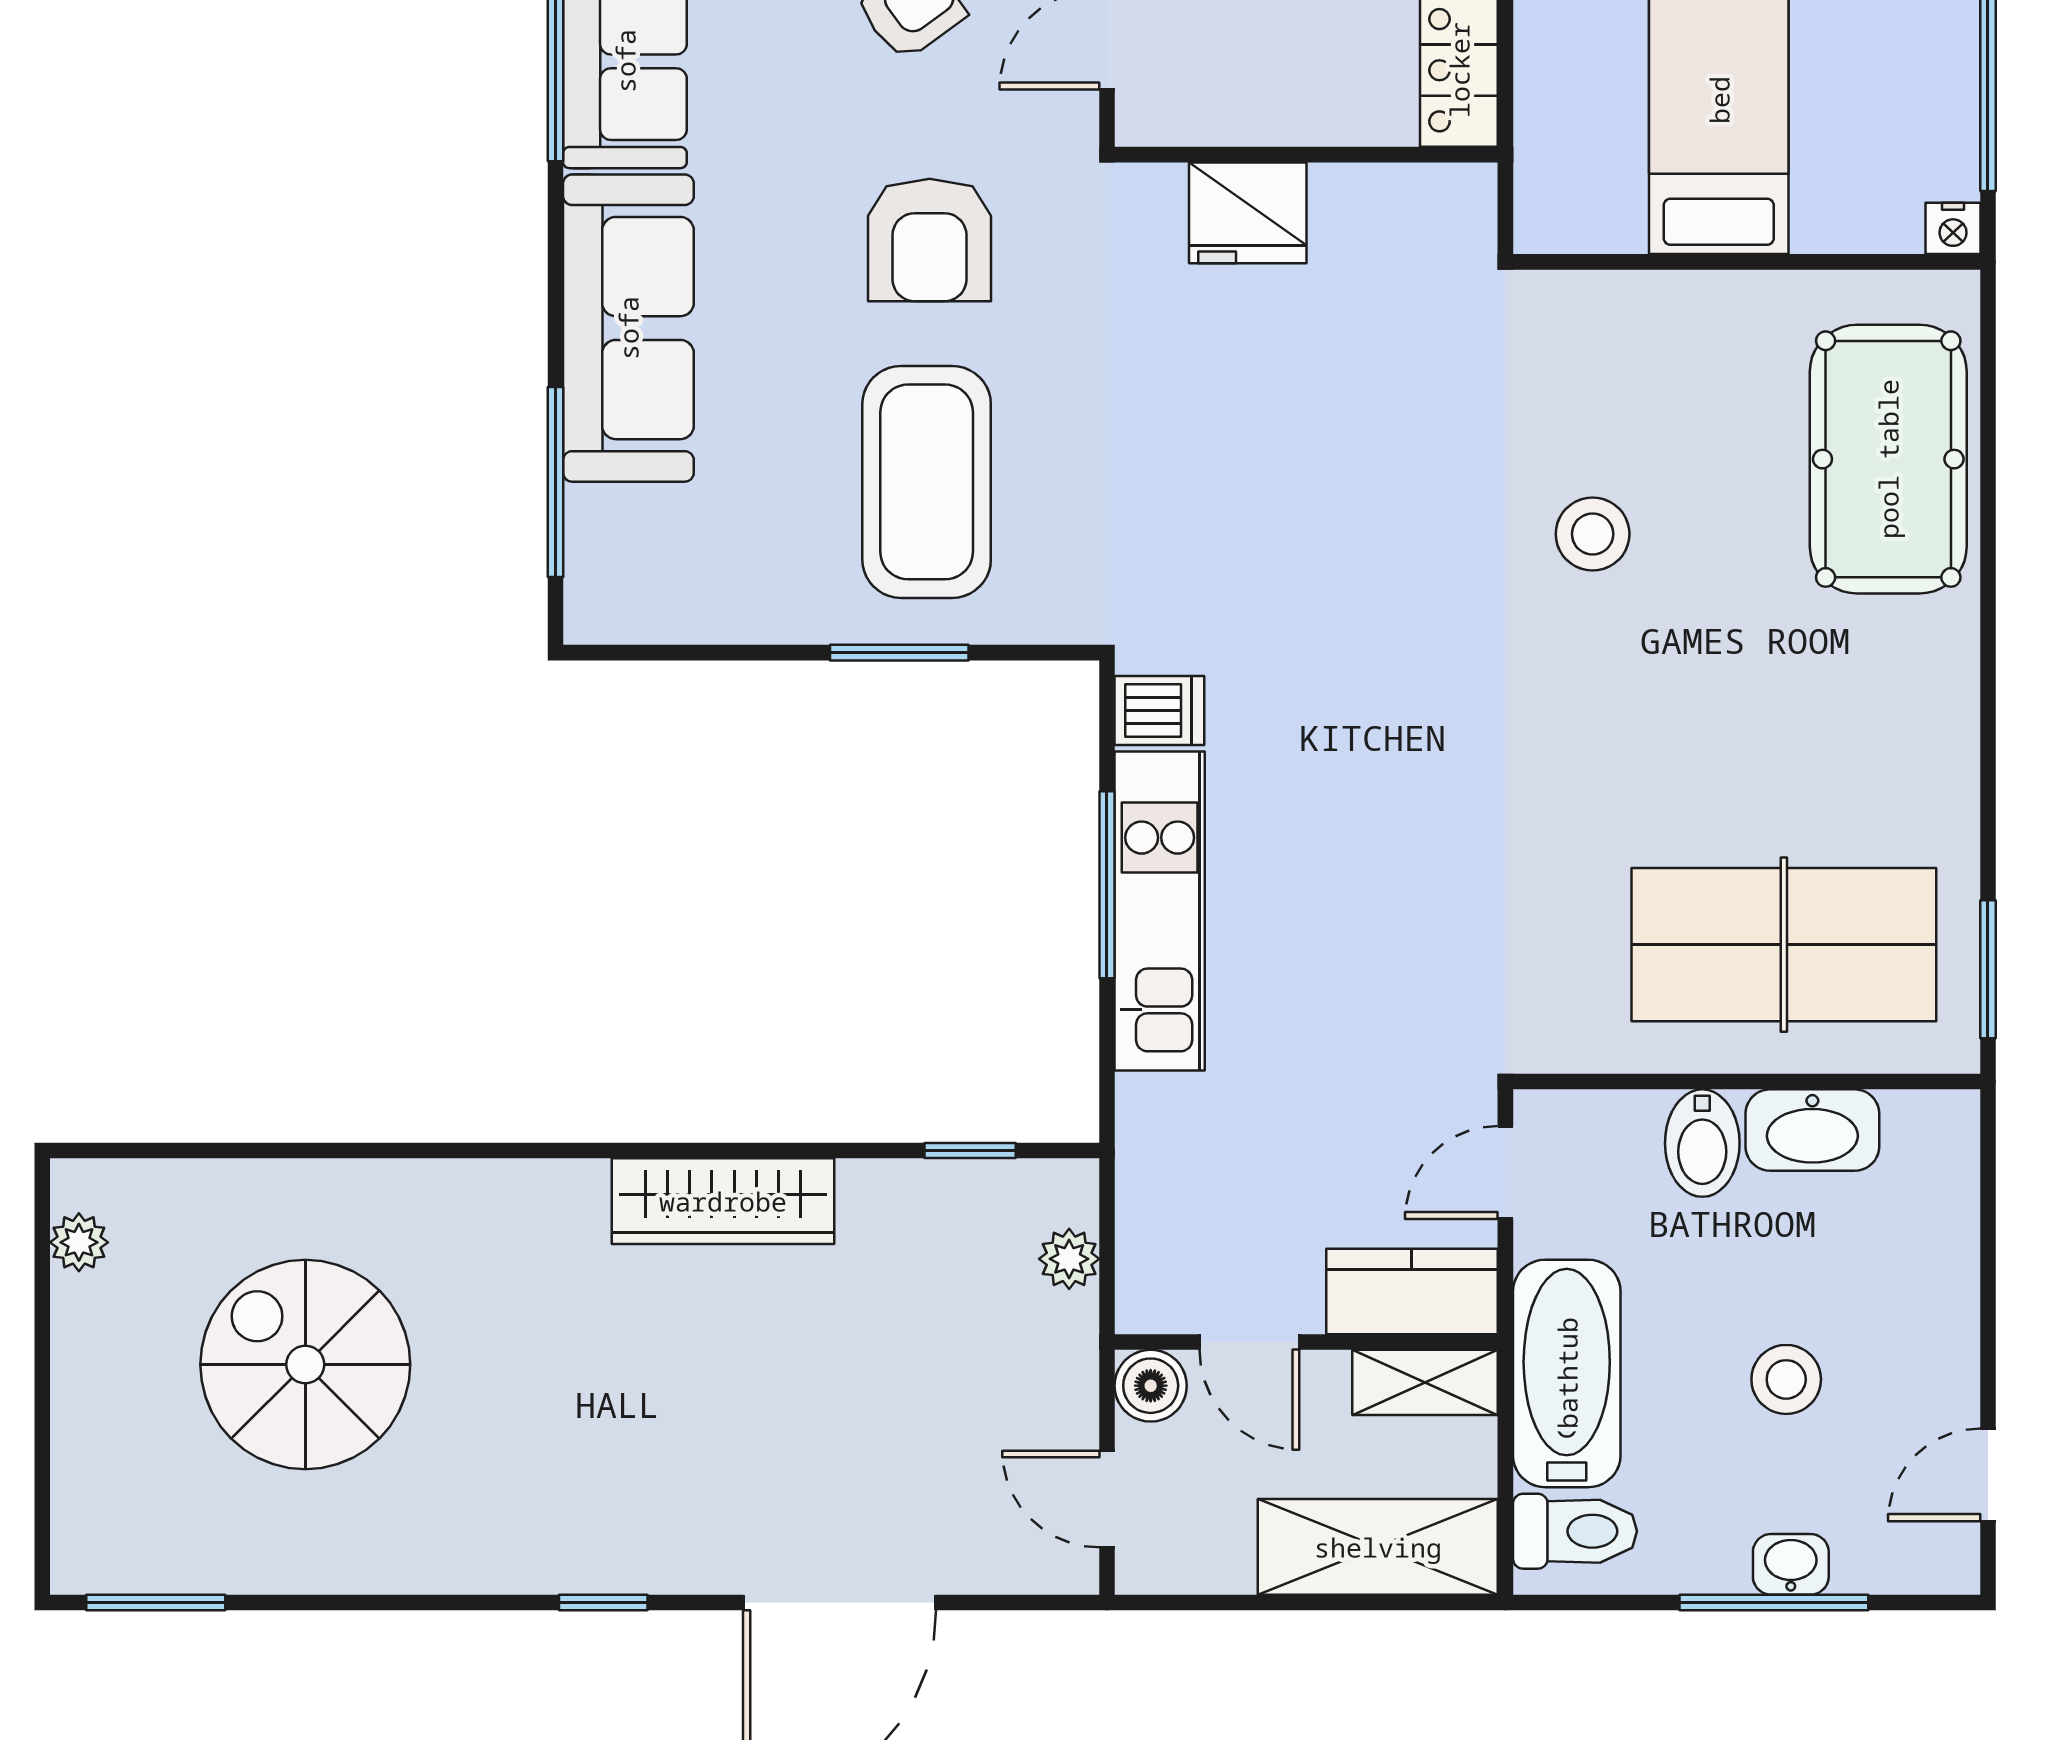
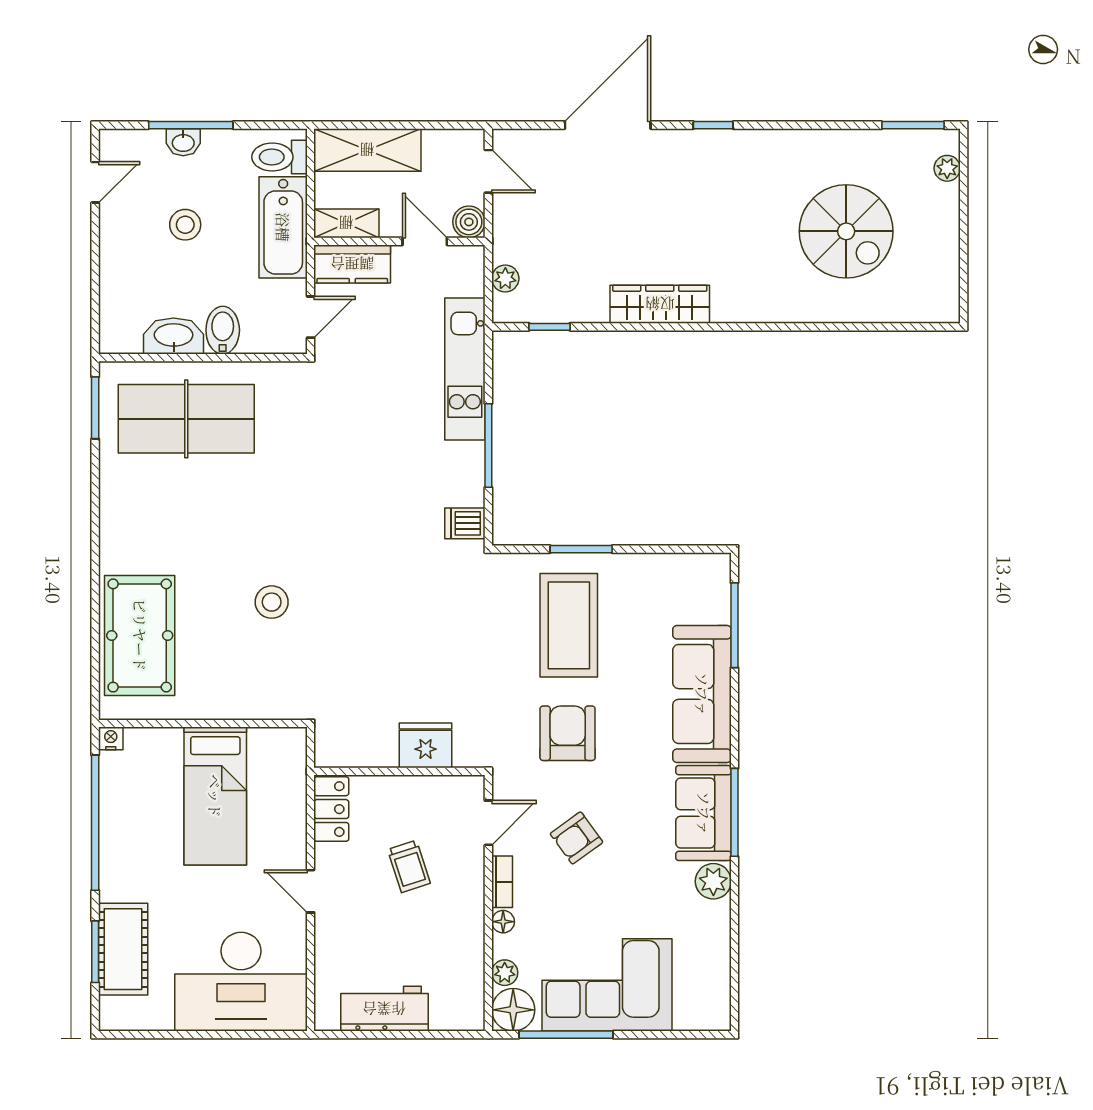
kitchen unit: (1160, 911) -> (465, 369), moved
plant: (79, 1242) -> (947, 168), moved

